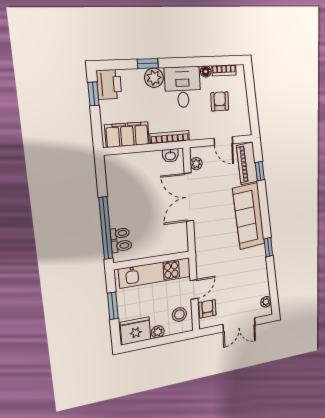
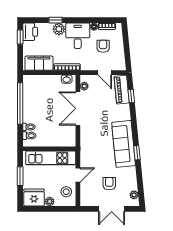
sofa: (249, 216) -> (124, 144), moved
window: (106, 228) -> (20, 103), moved
armchair: (207, 309) -> (109, 184), moved

